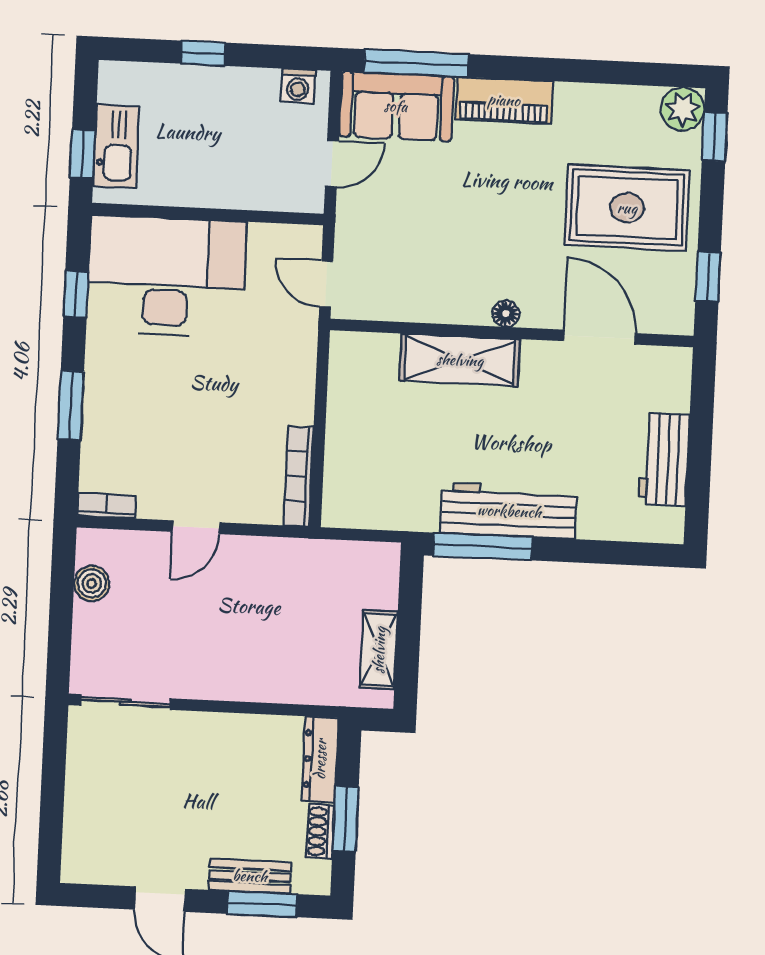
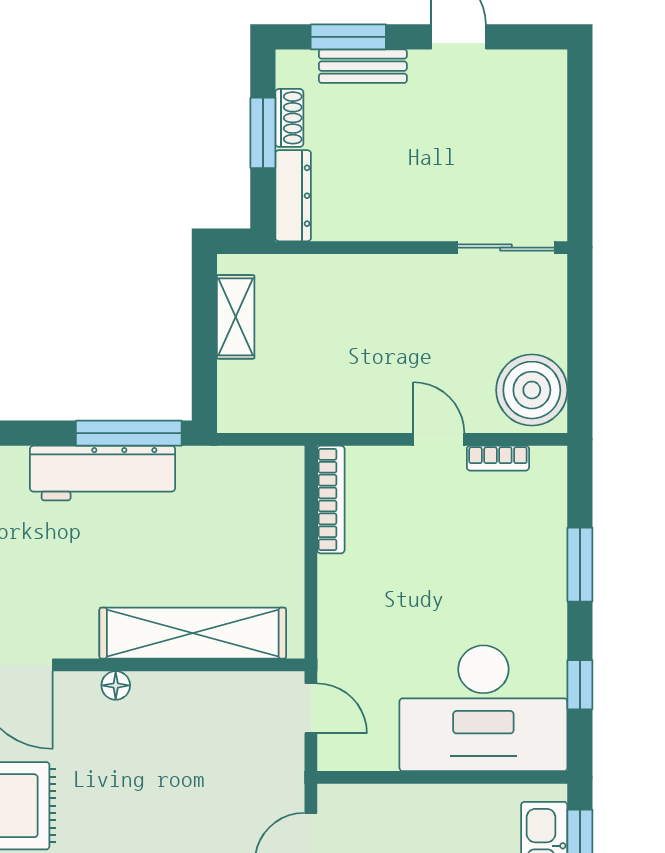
shelving: (460, 360) -> (193, 633), width x1.47
bookcase: (107, 506) -> (498, 458), moved
door: (196, 527) -> (439, 439), hinge flipped
boiler: (92, 583) -> (532, 390), width x1.86, depth x1.86

